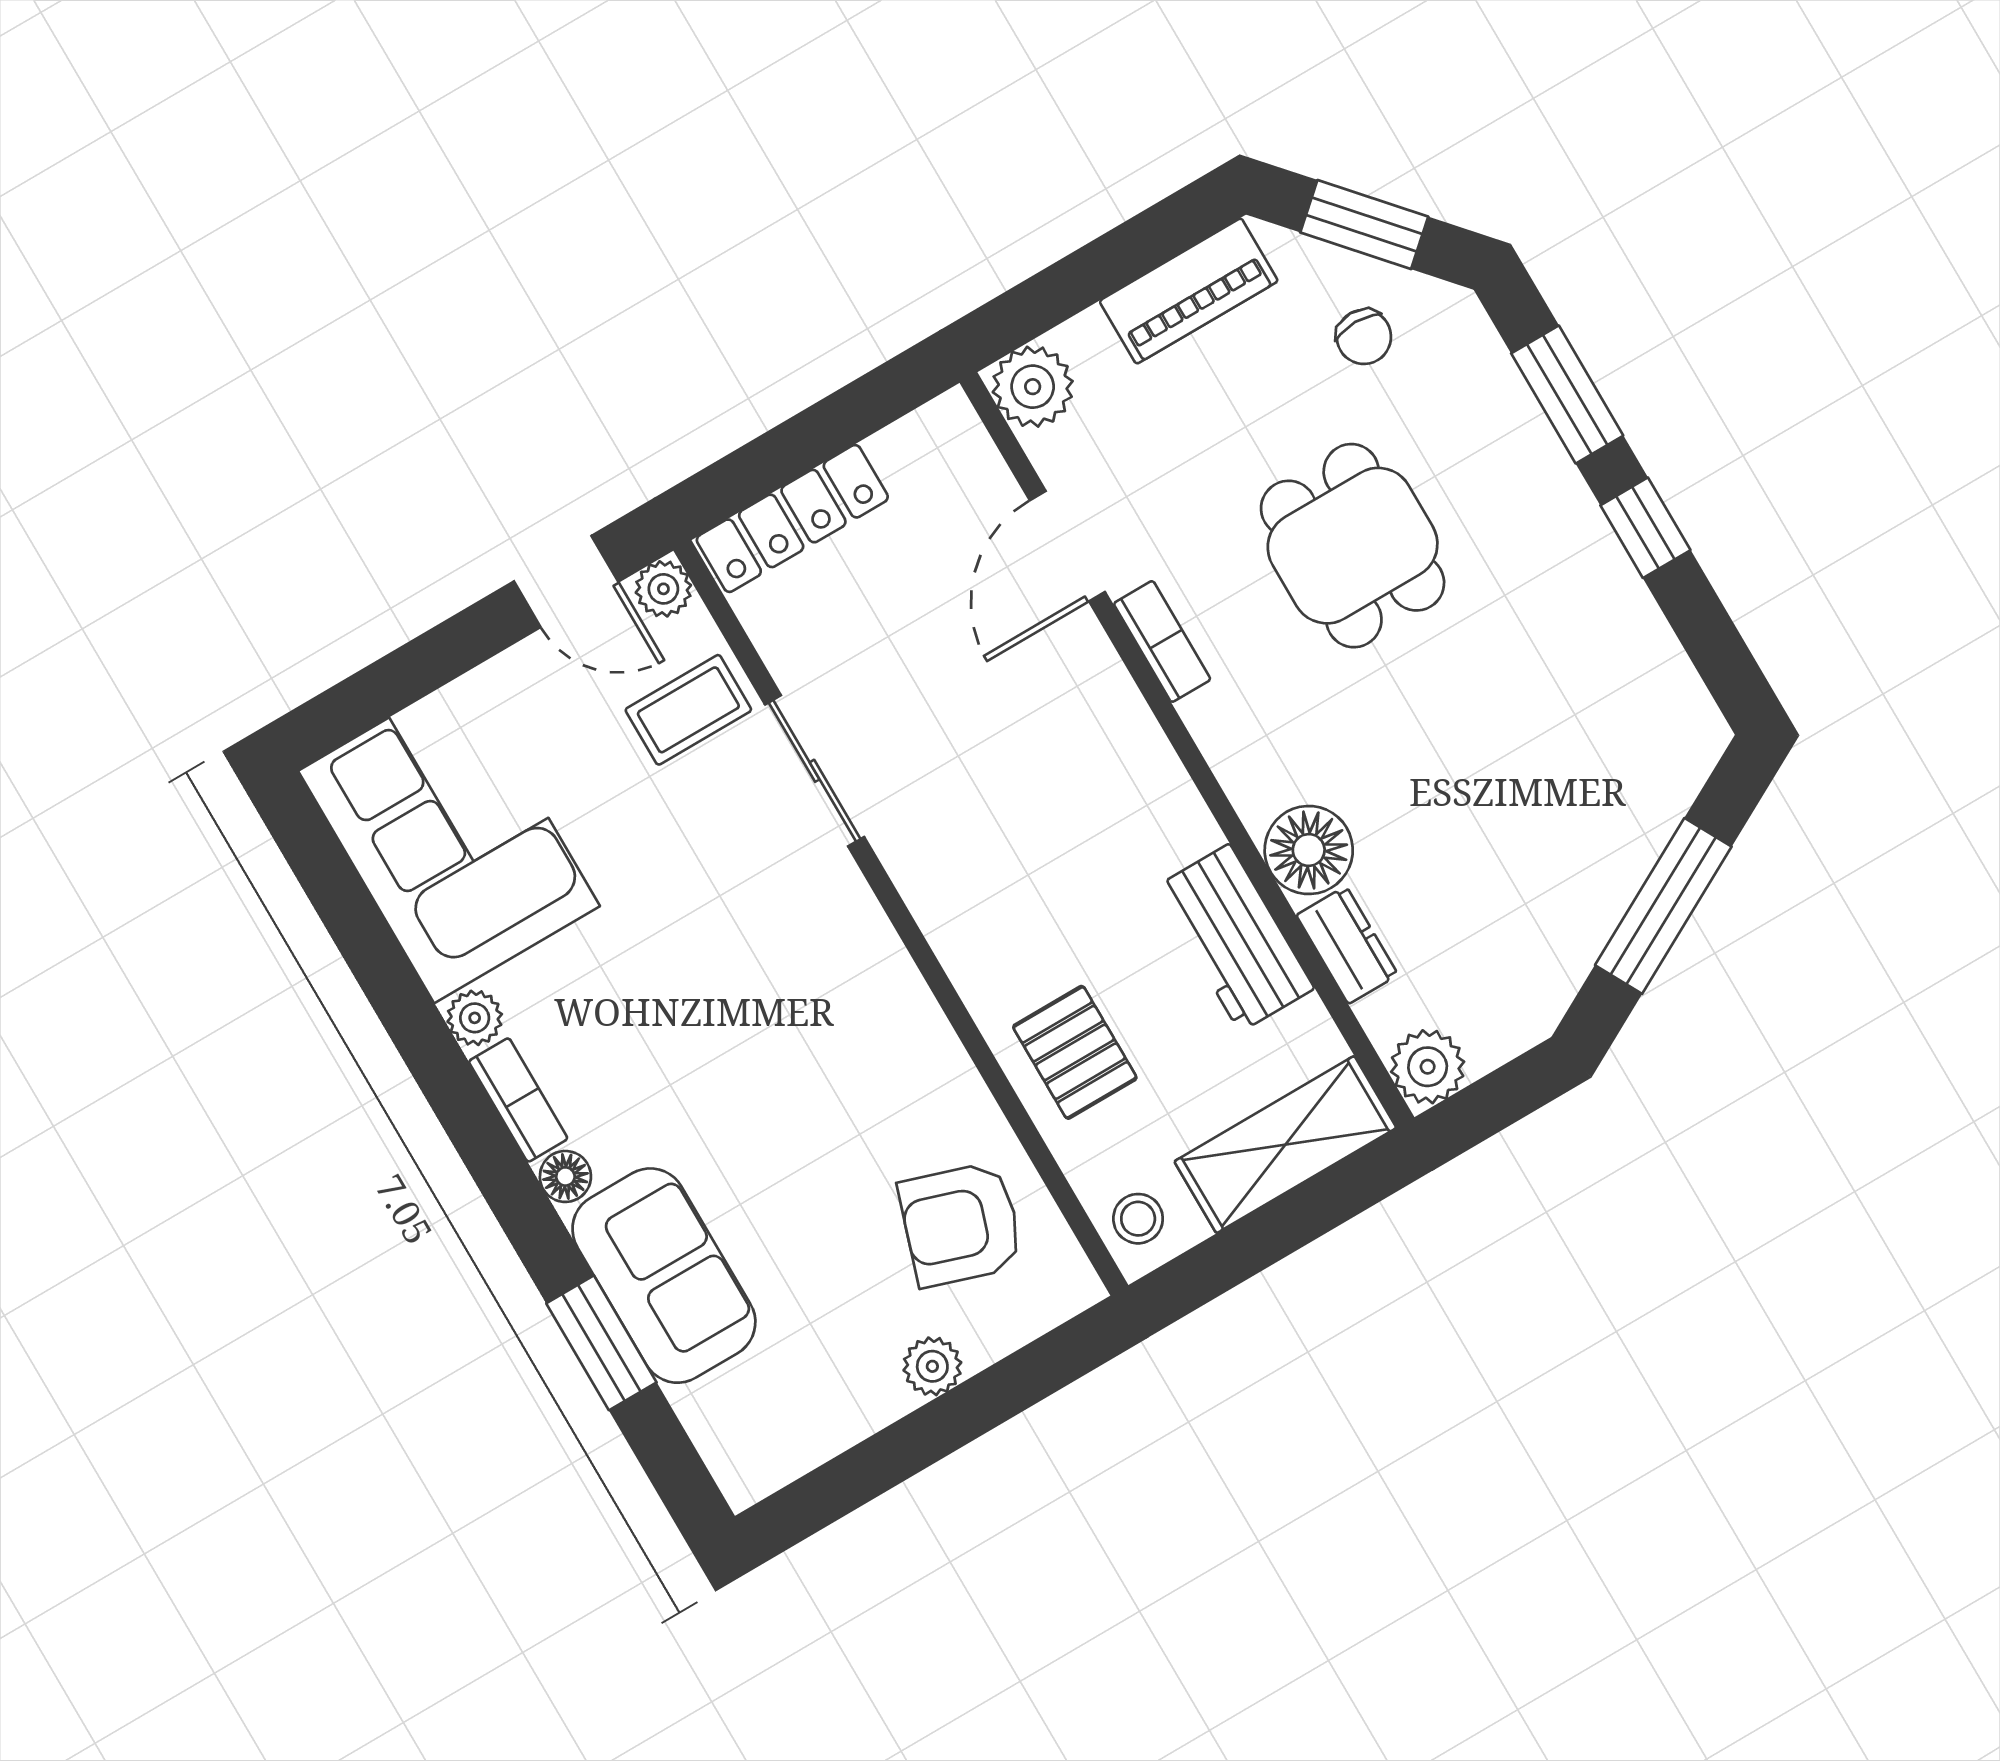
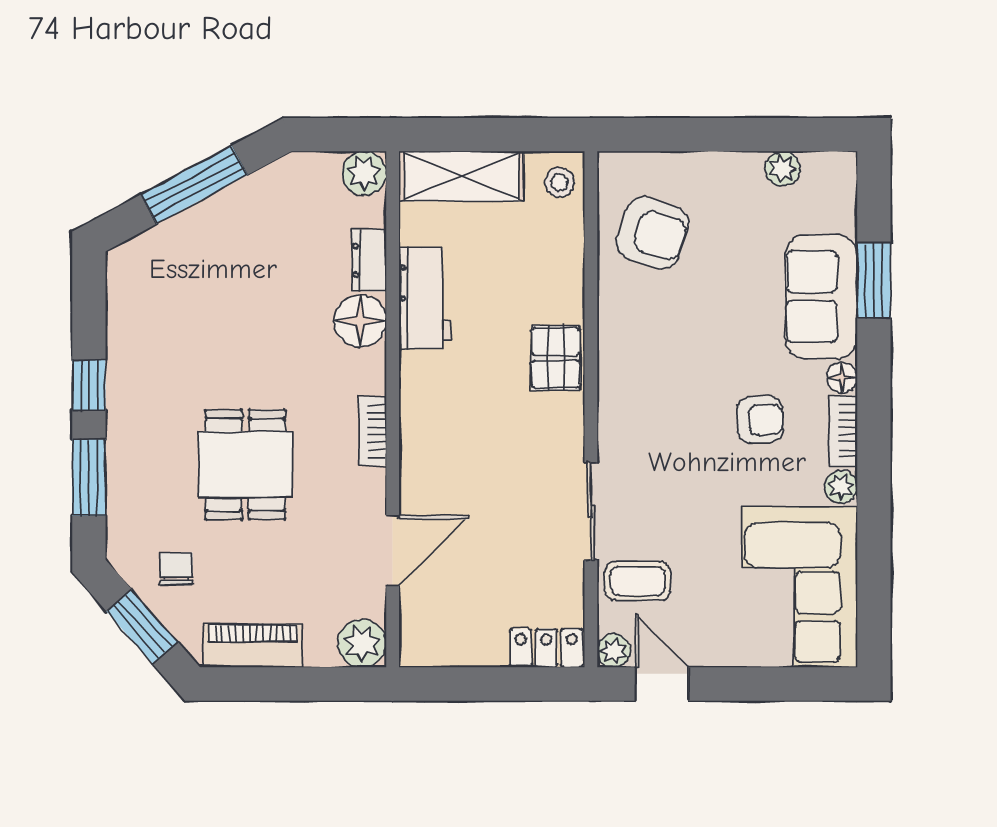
locker: (792, 518) -> (546, 648), width x0.66
bookcase: (1162, 641) -> (373, 431), moved
armchair: (648, 1046) -> (760, 420), added
pallet: (1075, 1052) -> (556, 358), moved
plant: (932, 1366) -> (783, 169), moved

